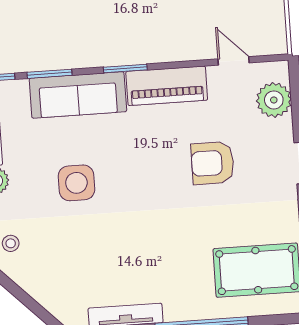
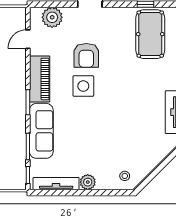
side table: (76, 183) -> (83, 86), moved

